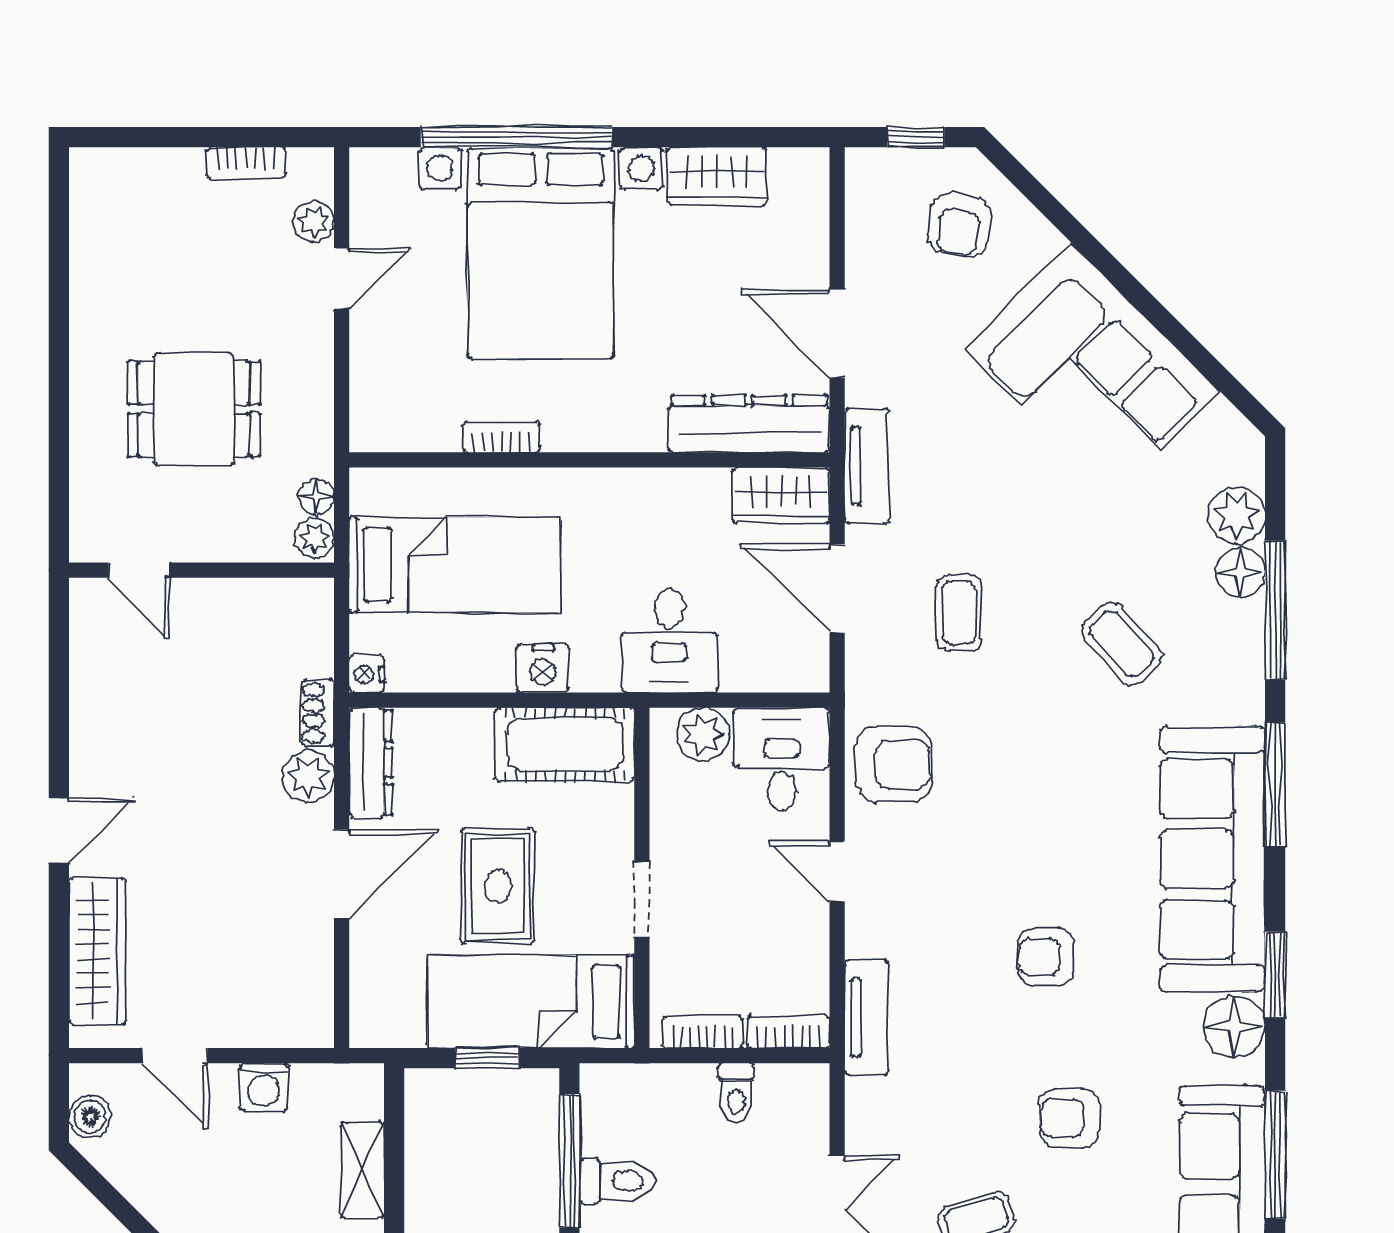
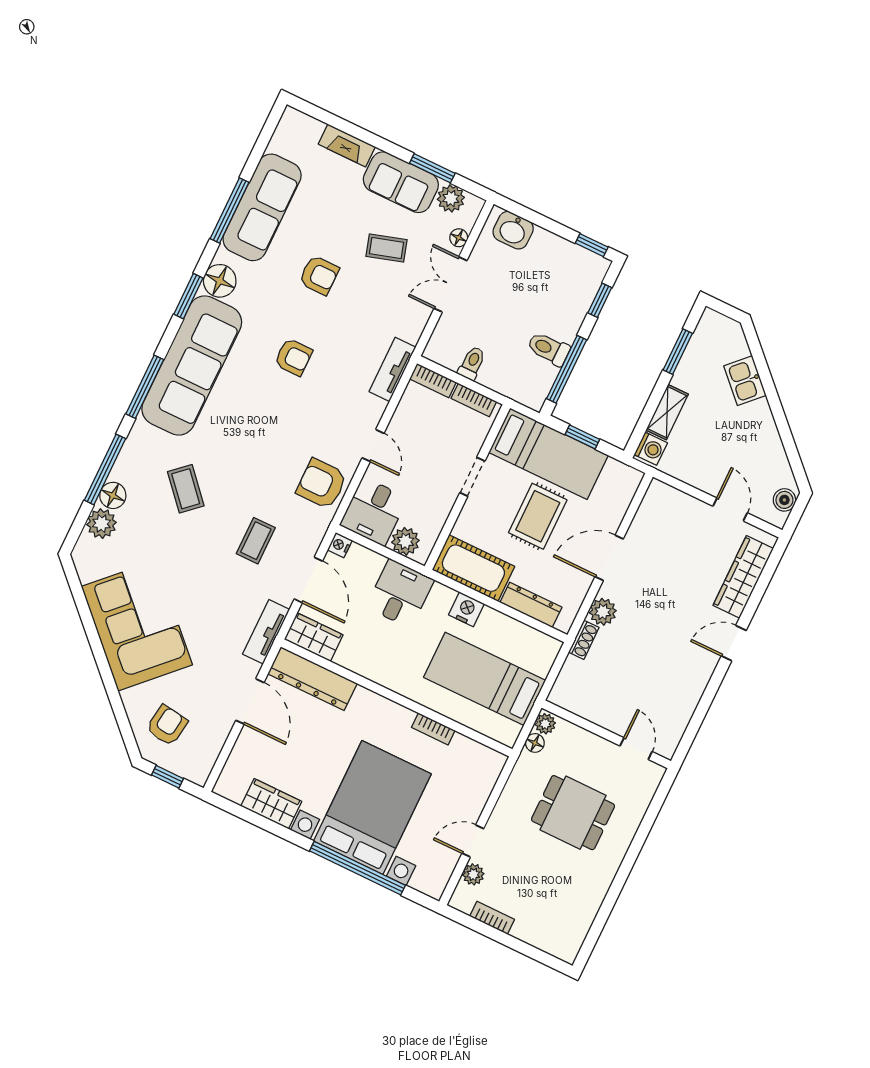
nightstand: (367, 674) -> (340, 545), moved, turned 180
dresser: (371, 763) -> (531, 605), moved, turned 90
washing machine: (264, 1087) -> (651, 449), moved, turned 90

